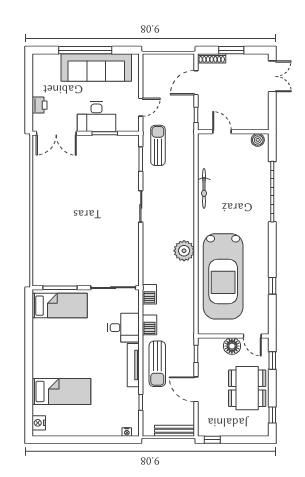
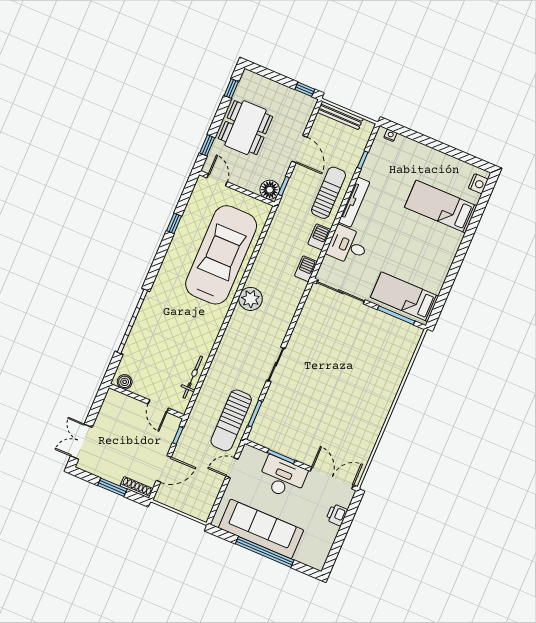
sun lounger: (158, 145) -> (231, 420), width x1.36, depth x1.34
bicycle: (204, 188) -> (193, 377), moved
floor lamp: (232, 346) -> (270, 190), moved

